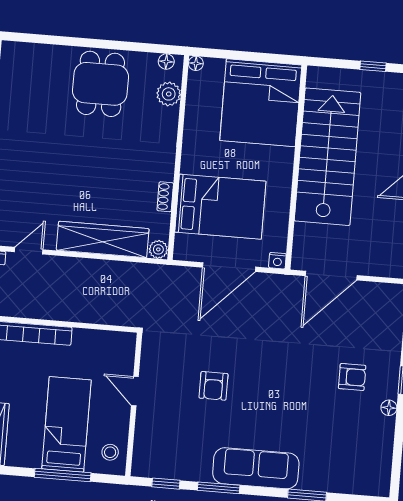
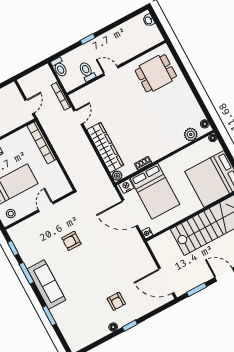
dining table: (100, 84) -> (156, 73), moved
nightstand: (184, 246) -> (126, 186), added
door: (29, 251) -> (78, 117), hinge flipped
door: (331, 276) -> (166, 281), moved

